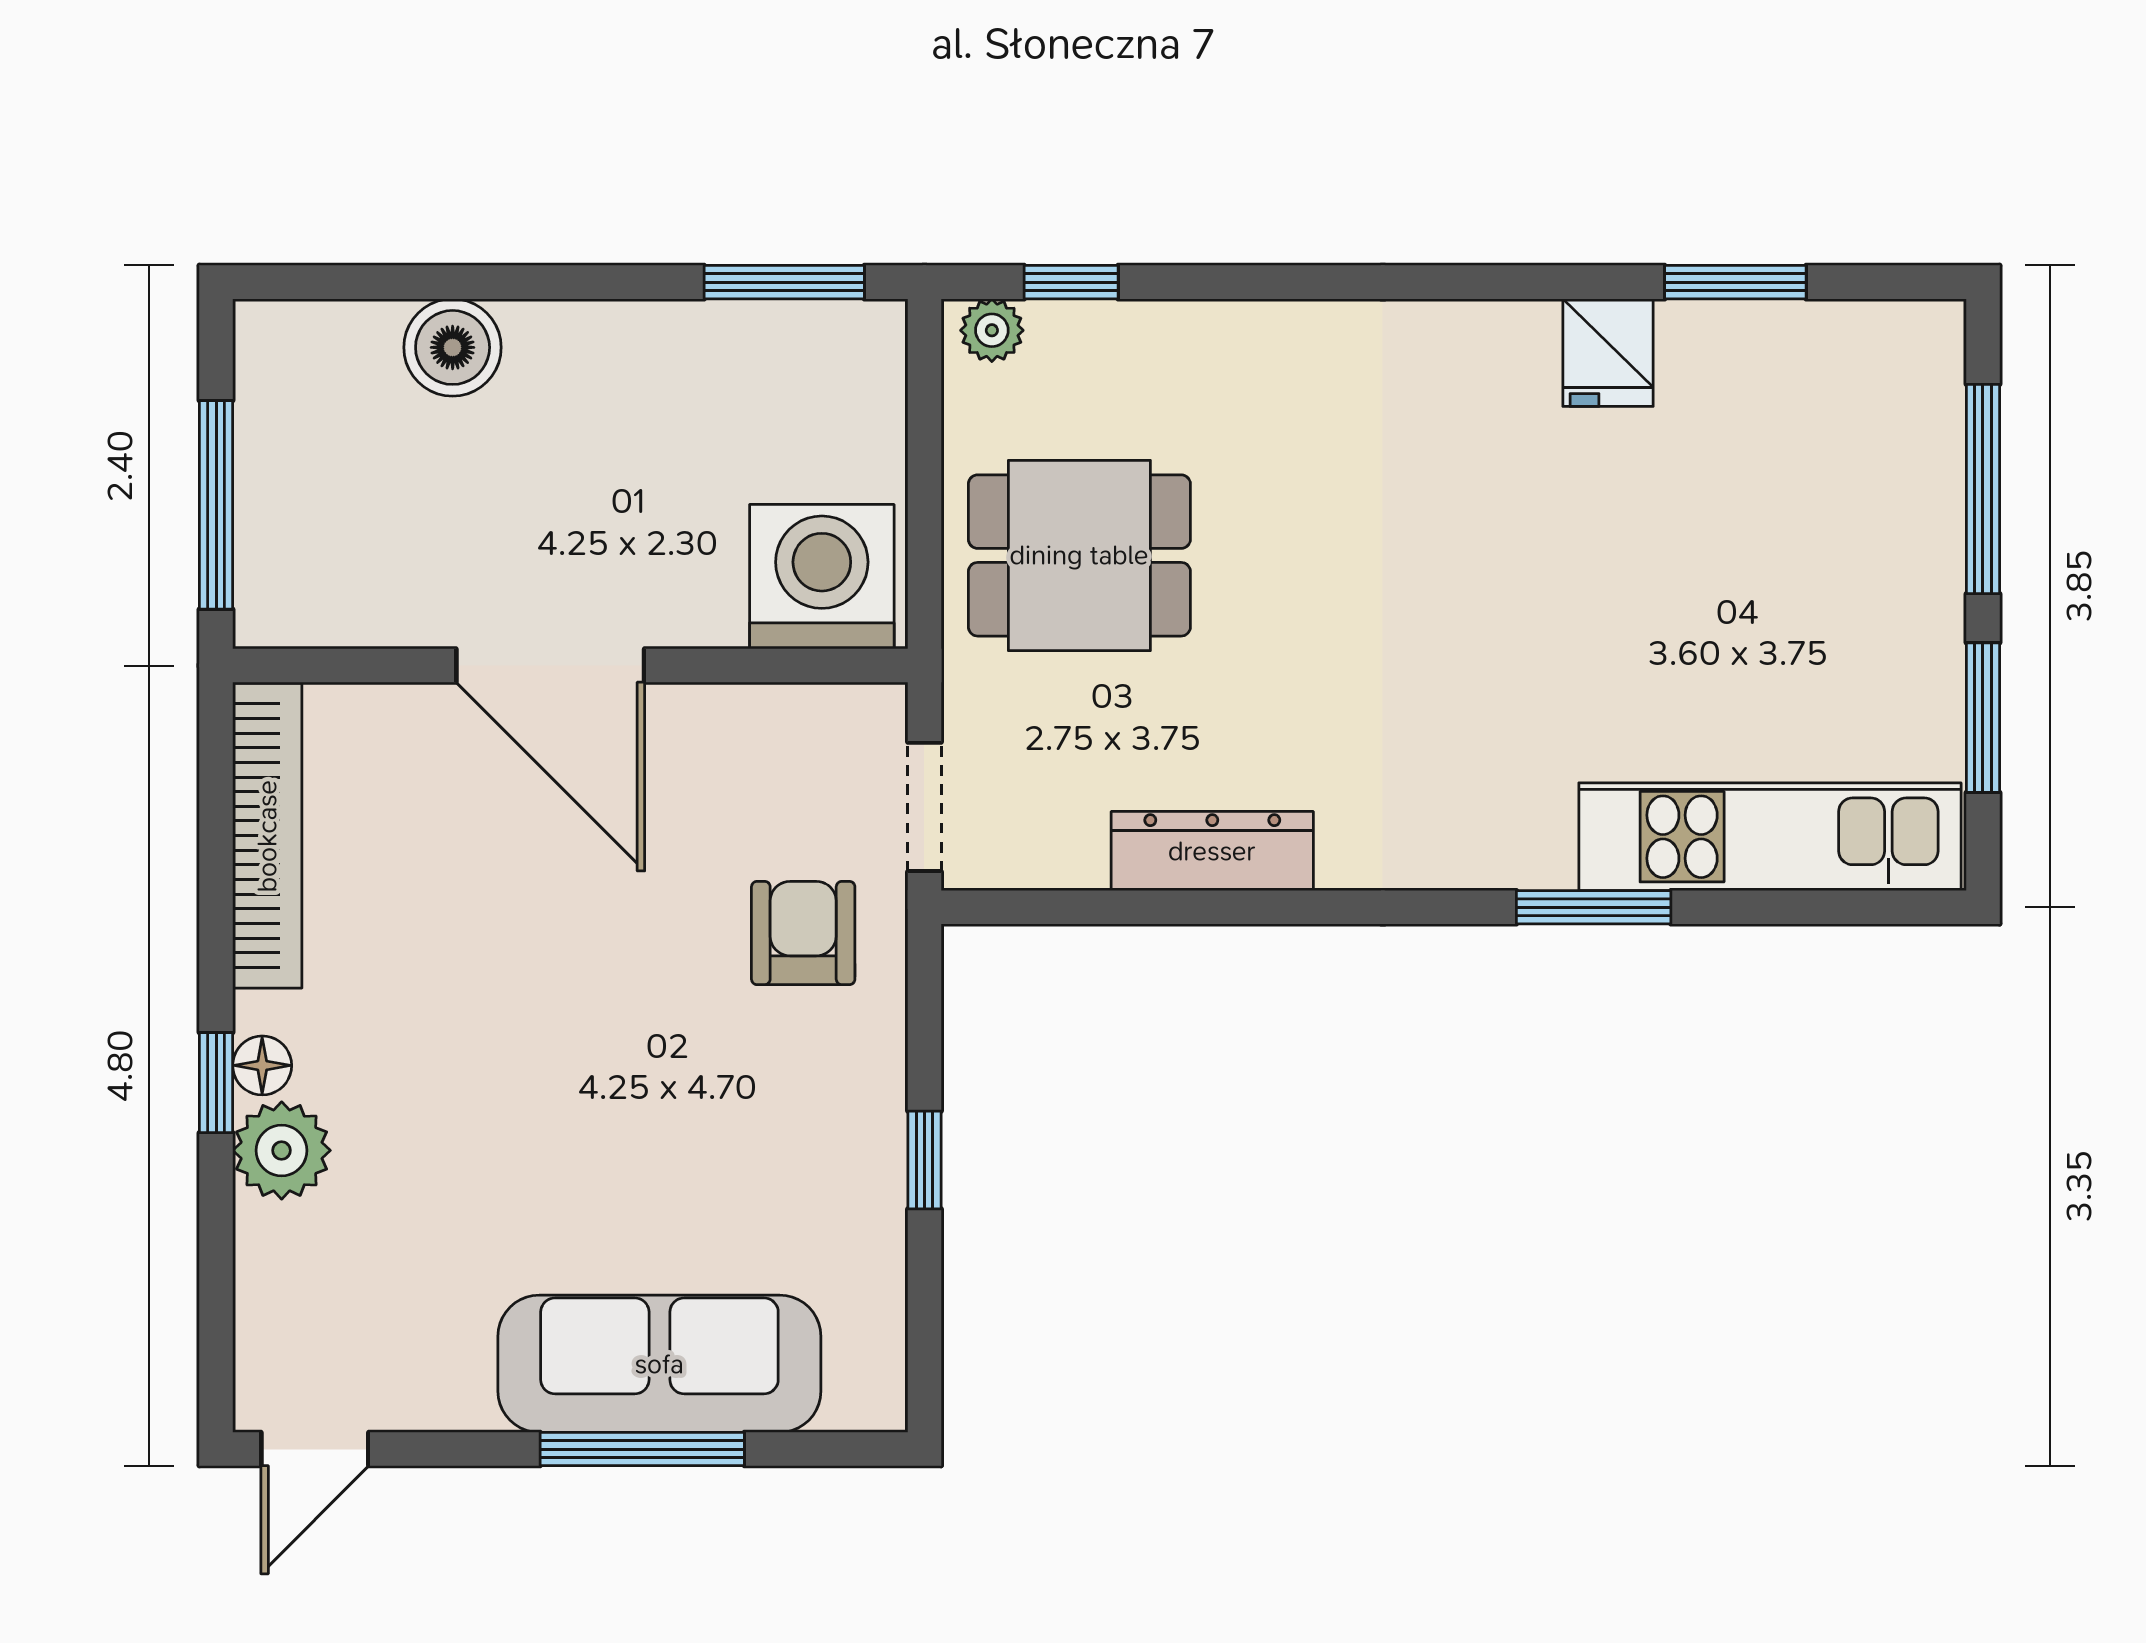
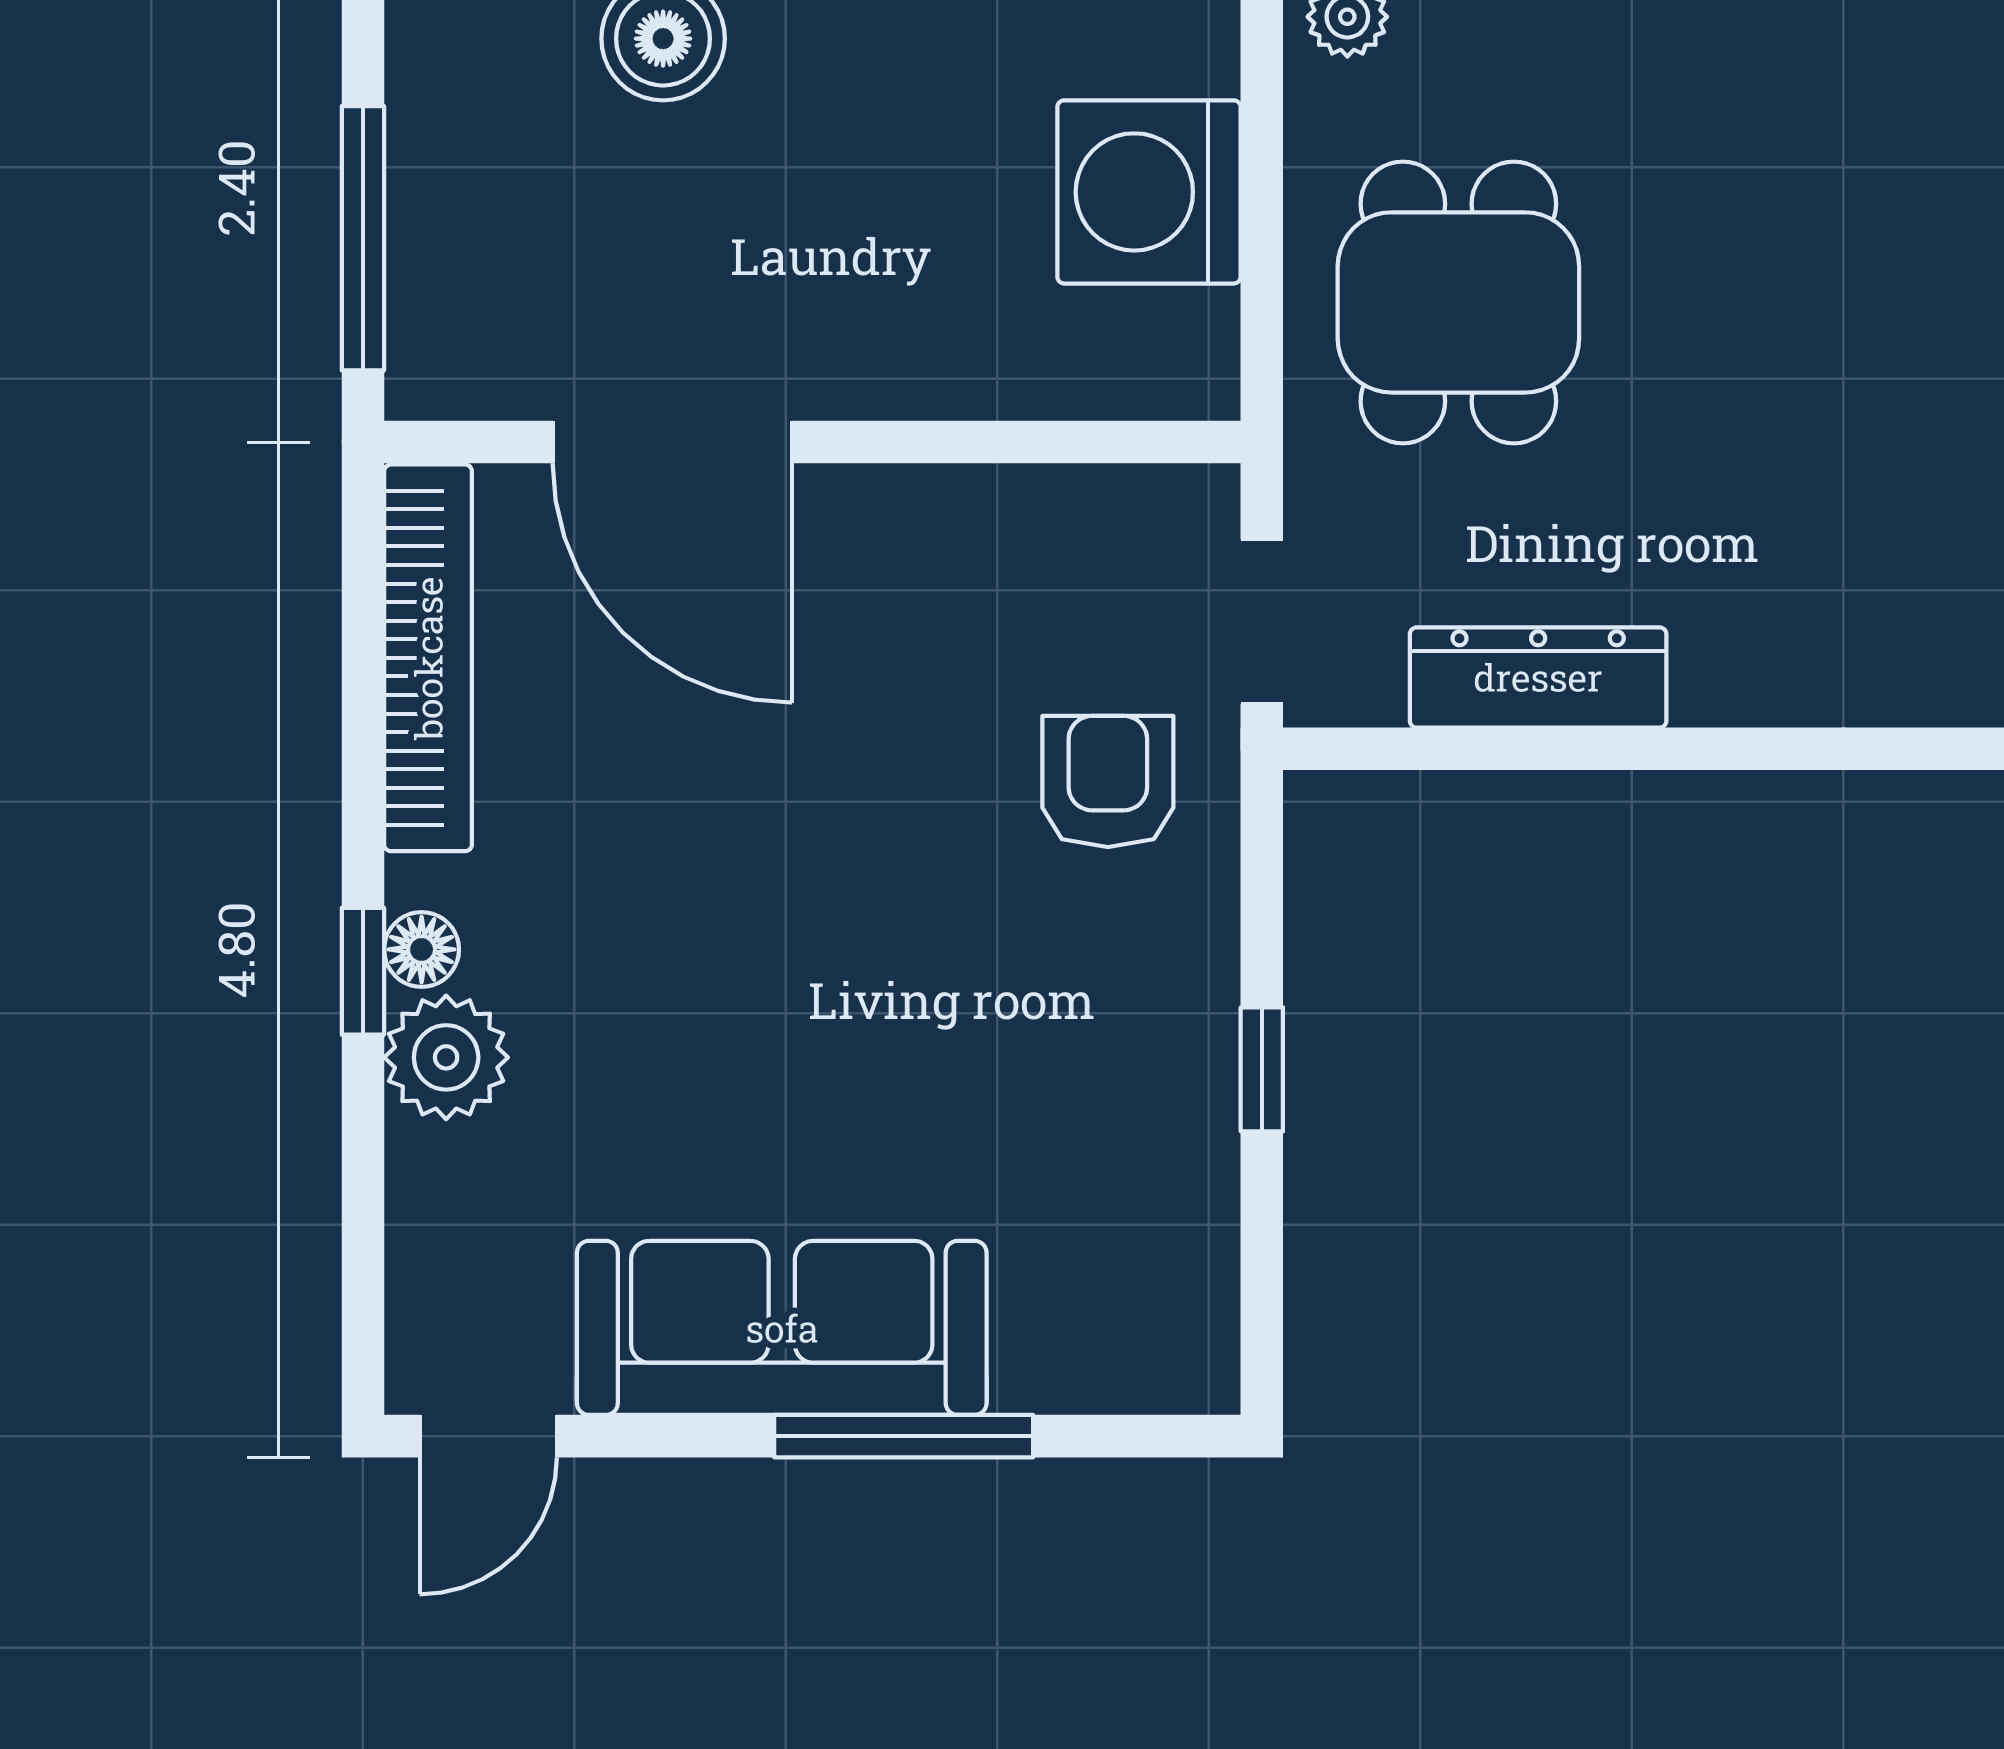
dining table: (1079, 555) -> (1458, 302), turned 90
washing machine: (822, 577) -> (1149, 192), moved, turned -90
door: (550, 666) -> (672, 442), moved
dresser: (1212, 851) -> (1538, 677), moved
sofa: (659, 1364) -> (782, 1328), moved

